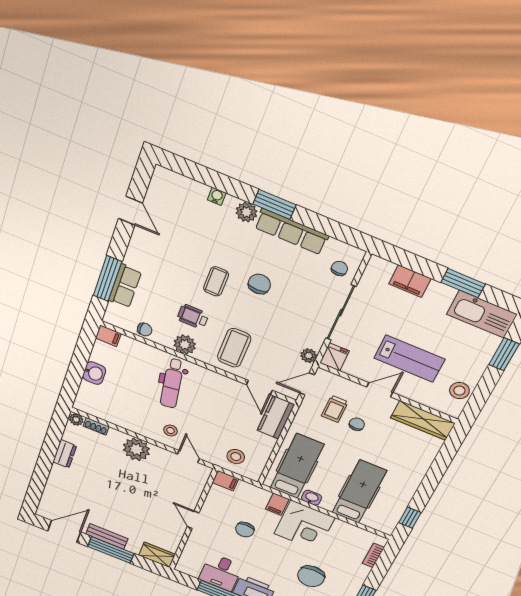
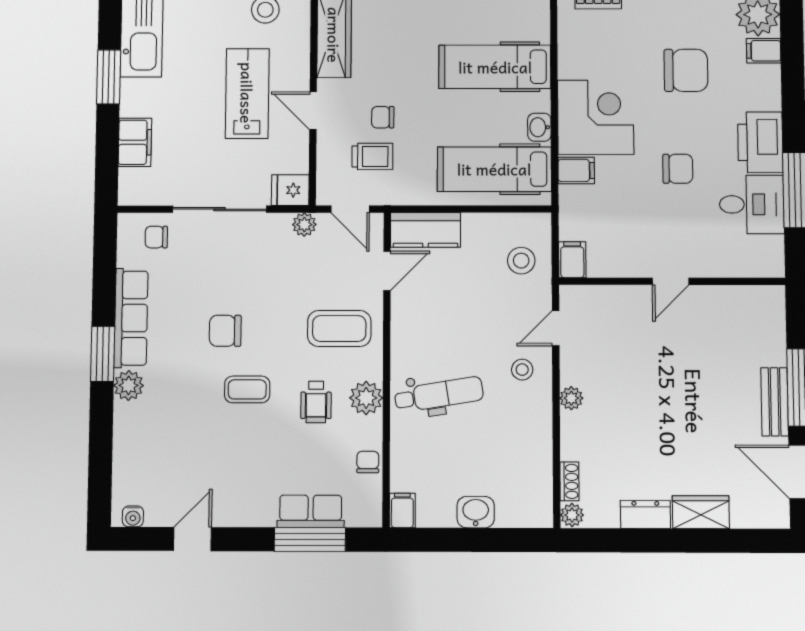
water cooler: (217, 196) -> (133, 516), moved, turned -90
plant: (136, 449) -> (571, 398), width x0.53, depth x0.53
chair: (245, 530) -> (678, 169), moved
wardrobe: (157, 555) -> (701, 512), moved, turned 90

